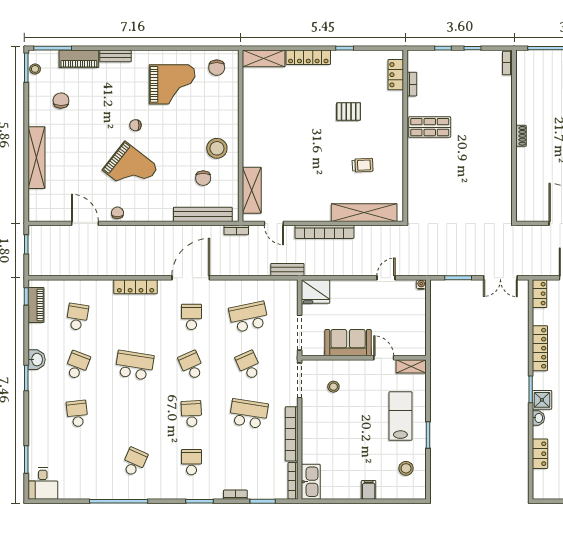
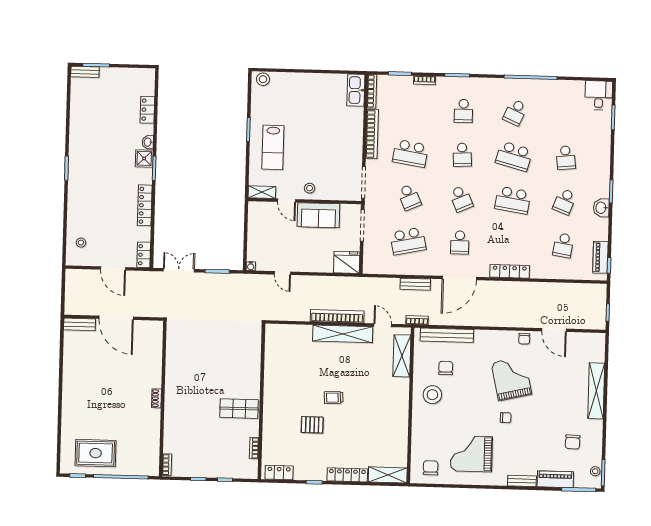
locker: (396, 75) -> (279, 473), moved, turned -90
trolley: (363, 165) -> (334, 398), moved
grand piano: (130, 169) -> (511, 378), turned 39
shelving: (364, 213) -> (343, 334), moved
bench: (287, 270) -> (415, 284), moved
door: (386, 278) -> (282, 273), hinge flipped
stool: (333, 387) -> (310, 188), moved
school desk: (134, 414) -> (514, 156), added
stool: (406, 468) -> (263, 79), moved
filing cabinet: (369, 490) -> (304, 81), removed

